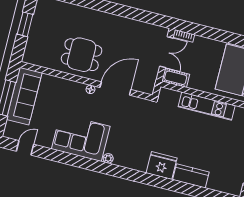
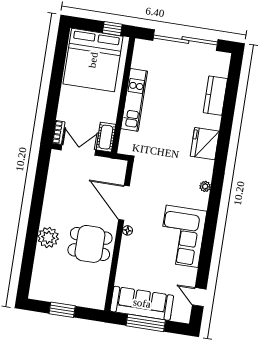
plant: (91, 18) -> (48, 237), added
dining table: (82, 55) -> (90, 244), turned 90
plant: (108, 158) -> (205, 186), moved
kitchen counter: (191, 176) -> (215, 96), moved

